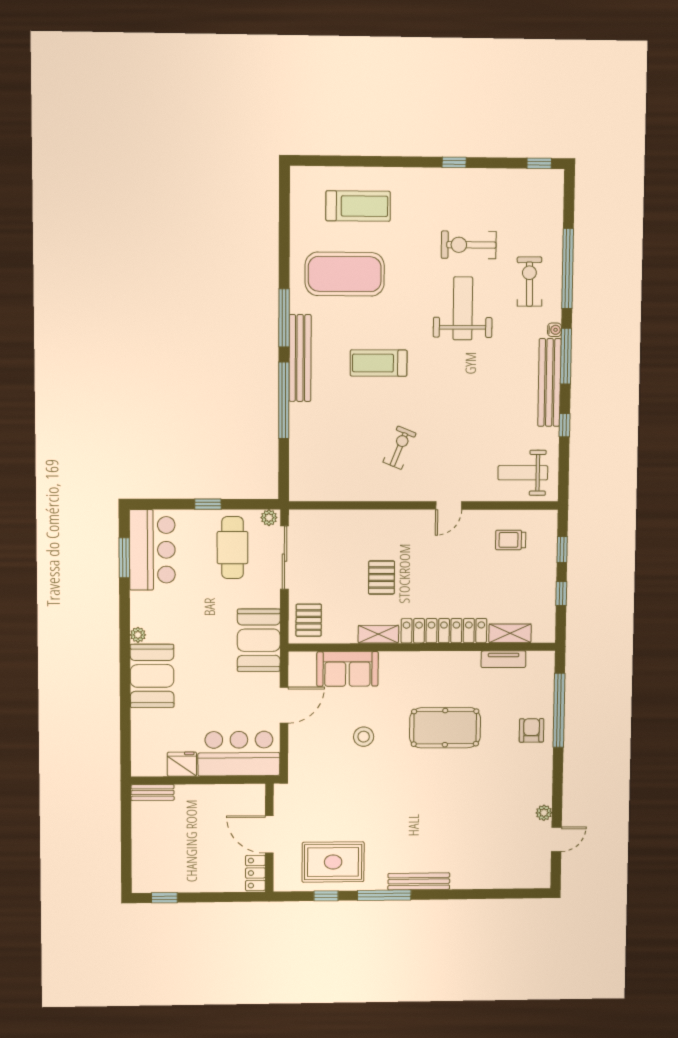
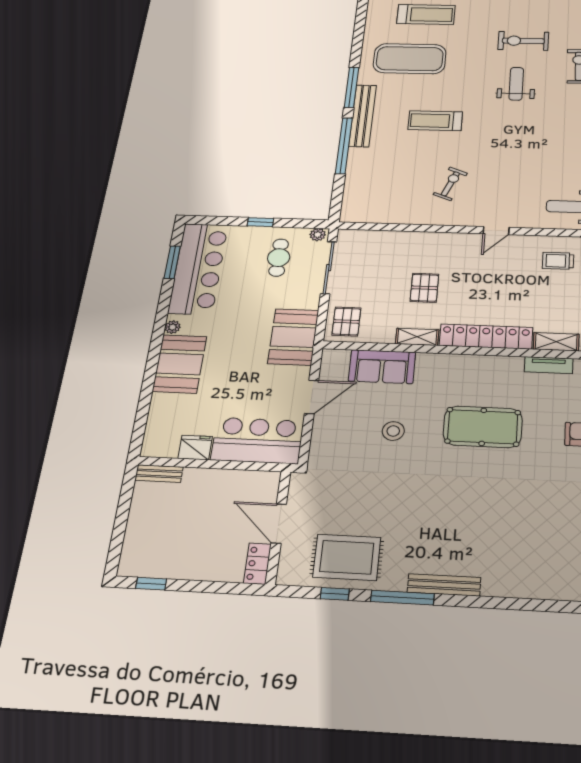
weight bench: (463, 308) -> (516, 84), width x0.73, depth x0.75
cafe table: (232, 548) -> (279, 258), width x0.73, depth x0.74
bar counter: (152, 550) -> (198, 269), width x1.36

